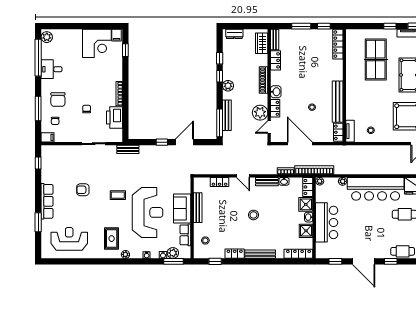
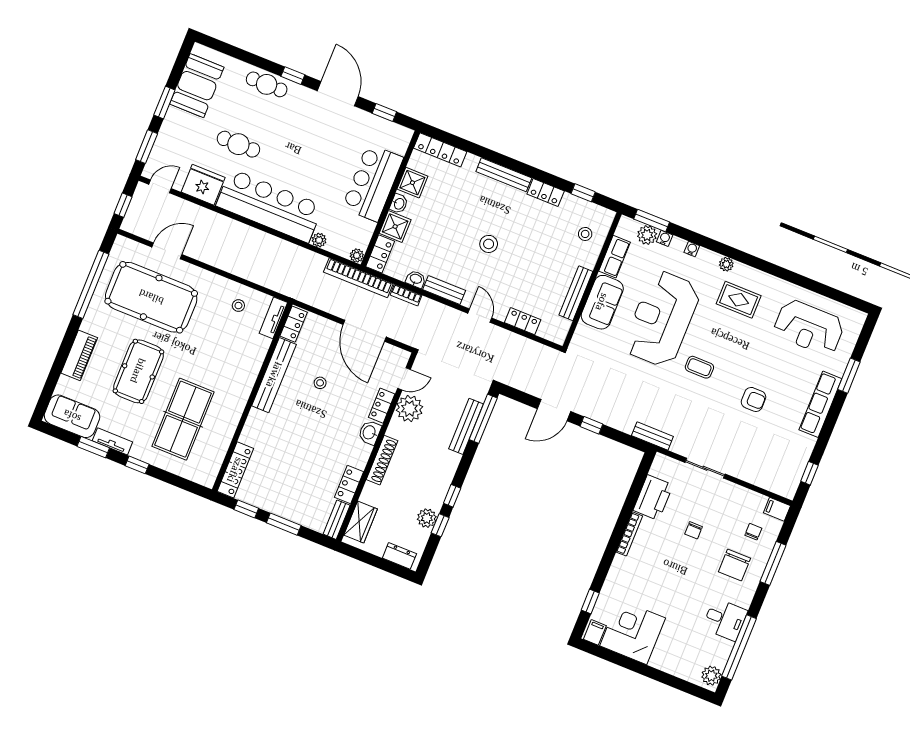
plant: (228, 86) -> (427, 518), moved
chair: (58, 99) -> (734, 565), turned 180
rug: (112, 239) -> (739, 300), turned 90

